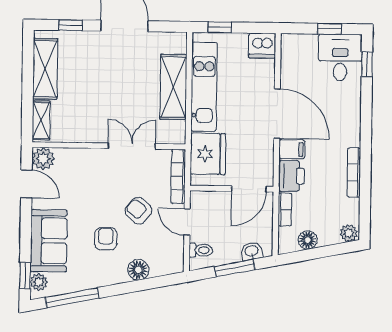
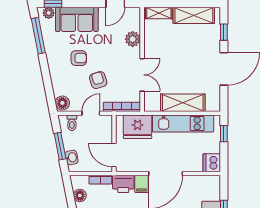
plant: (43, 159) -> (133, 39), moved
armchair: (138, 211) -> (98, 80), turned -57
floor lamp: (138, 270) -> (62, 103), moved

